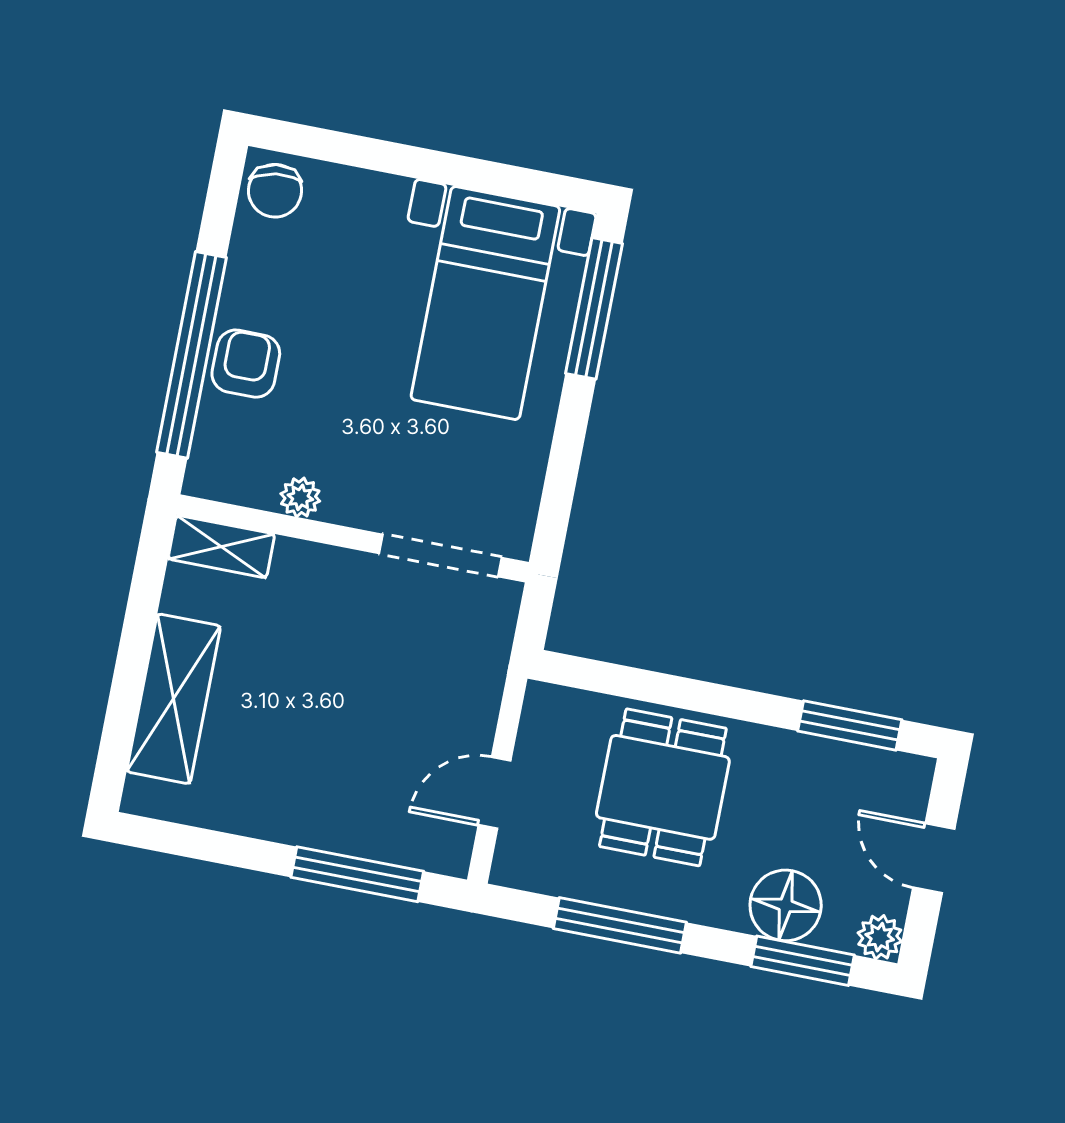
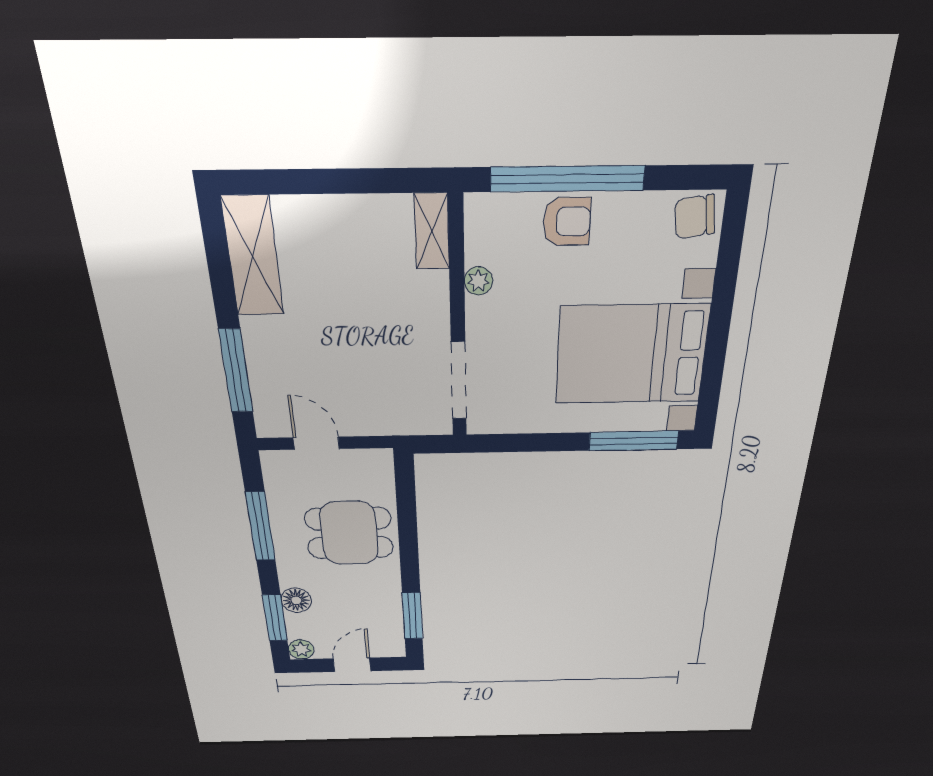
bed with nightstands: (485, 303) -> (632, 354), width x1.36
shelving: (174, 699) -> (253, 257), moved, turned 90
floor lamp: (786, 905) -> (296, 600), width x0.73, depth x0.73

